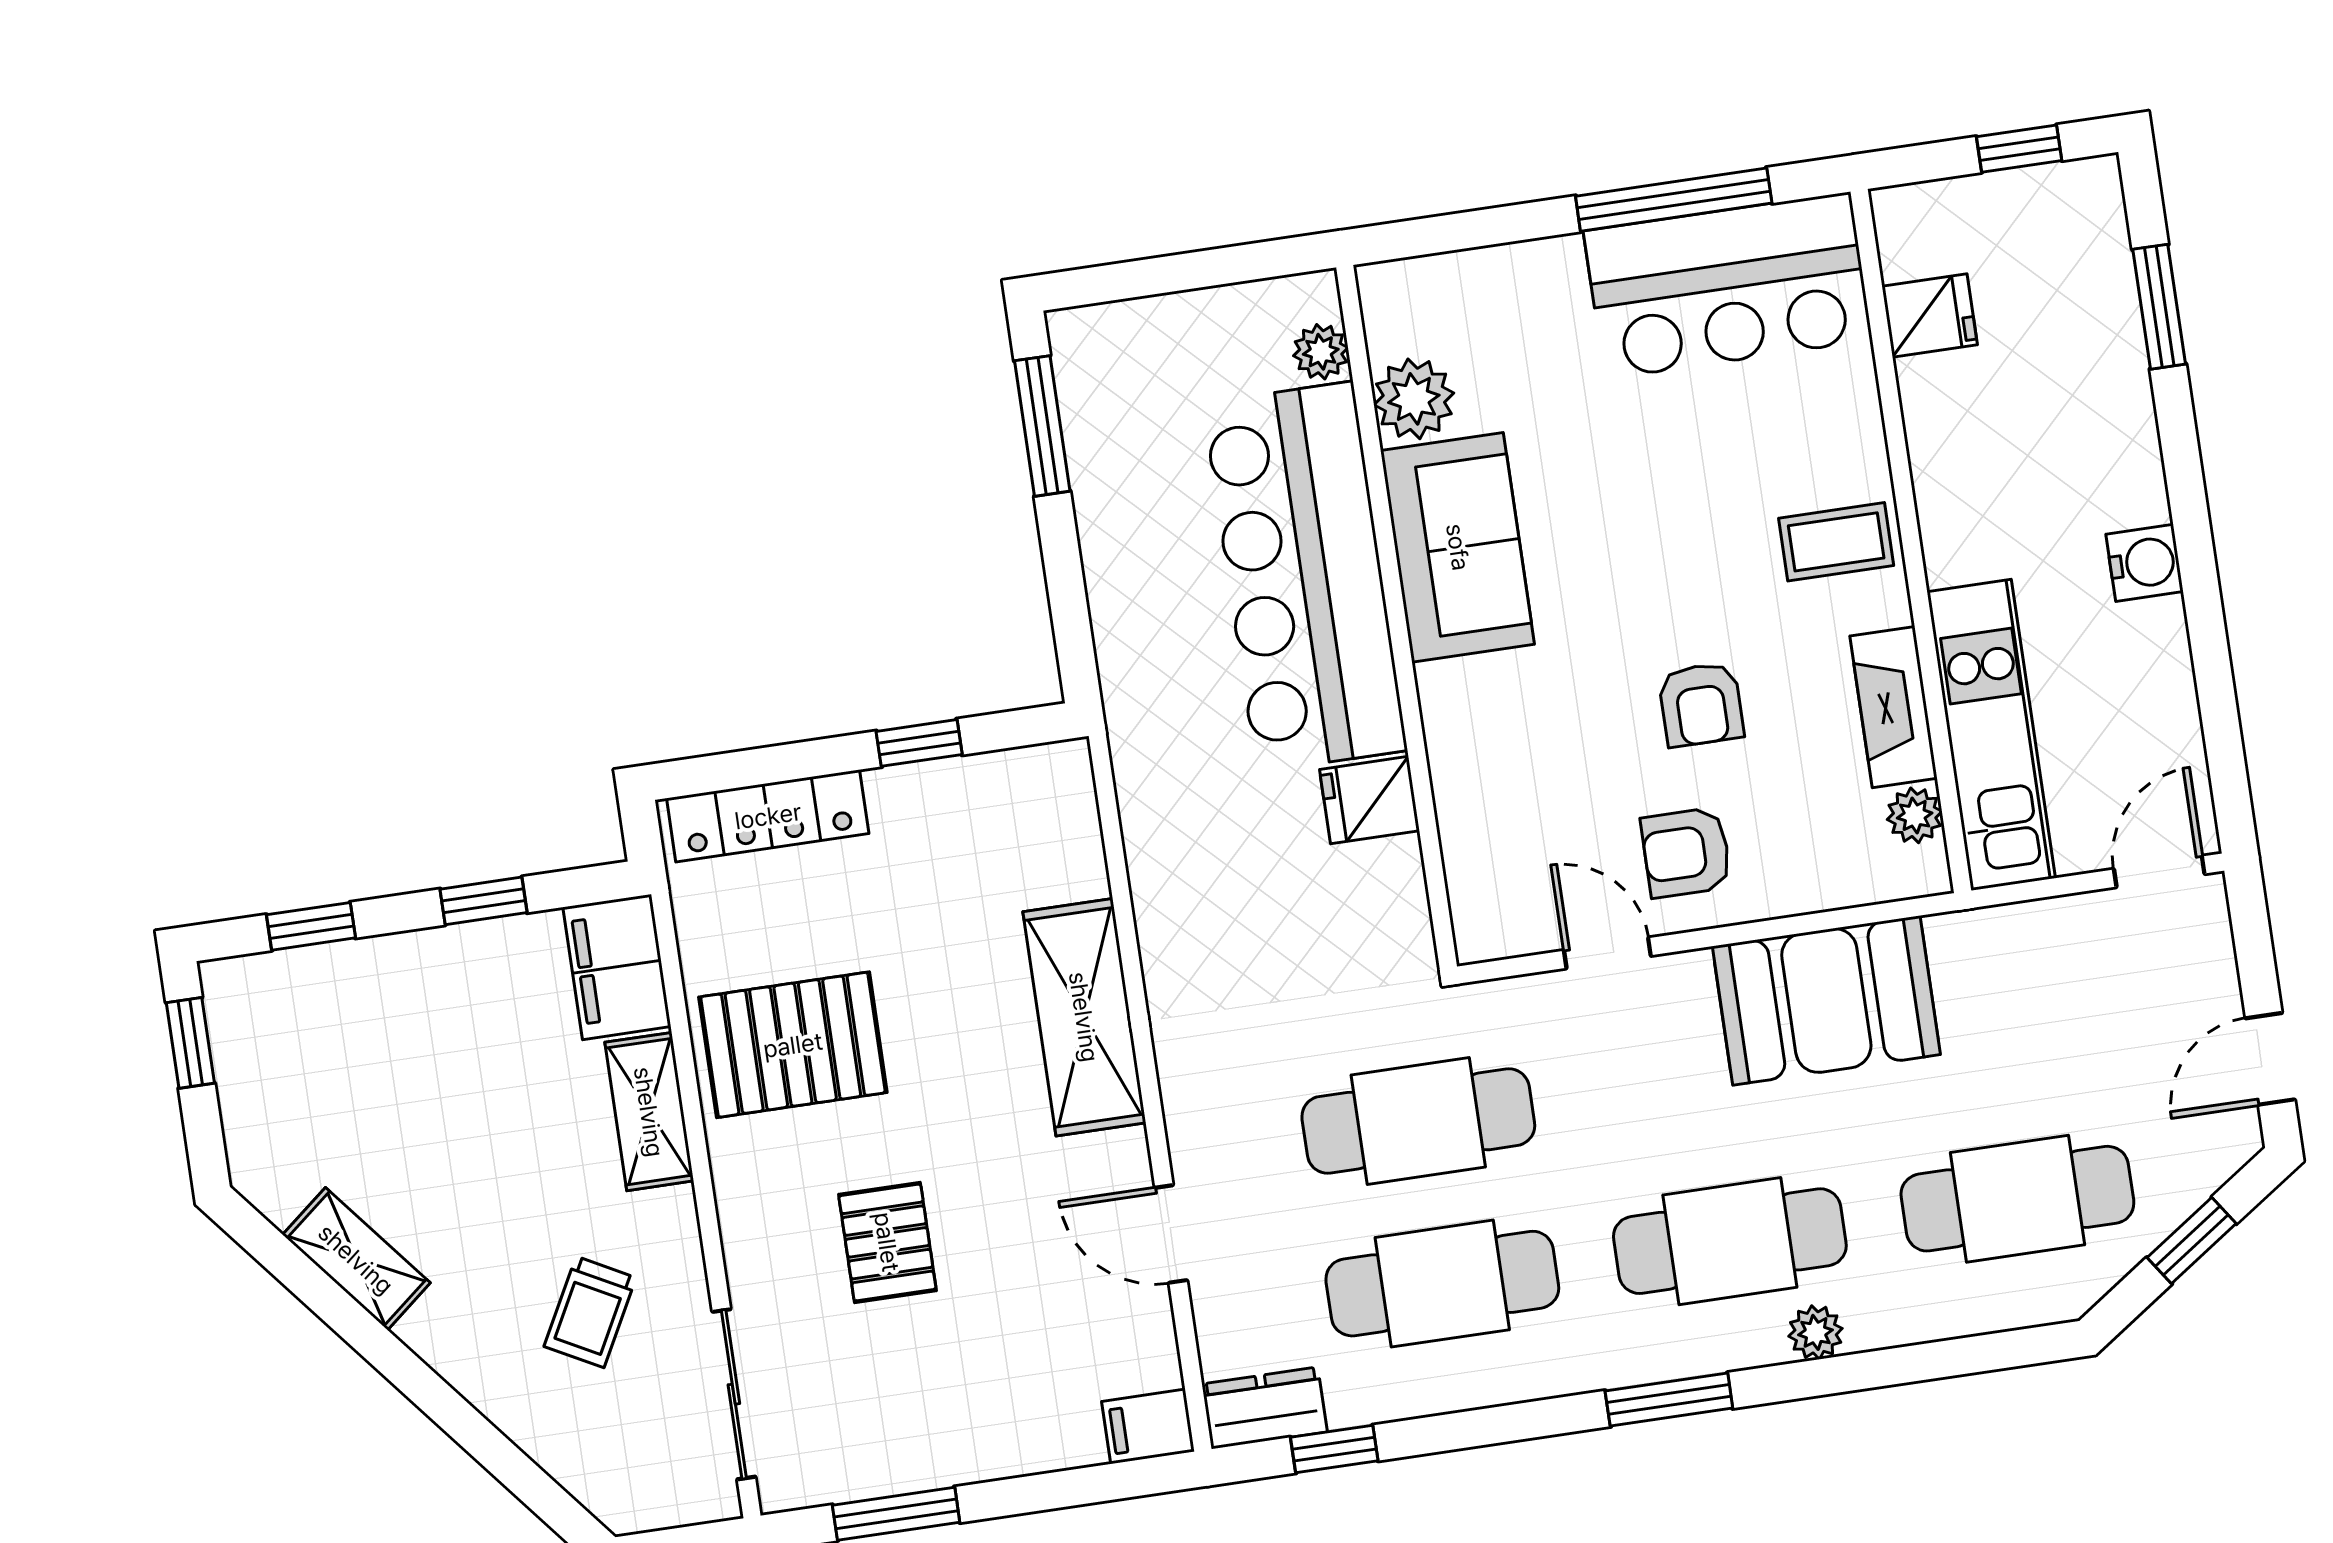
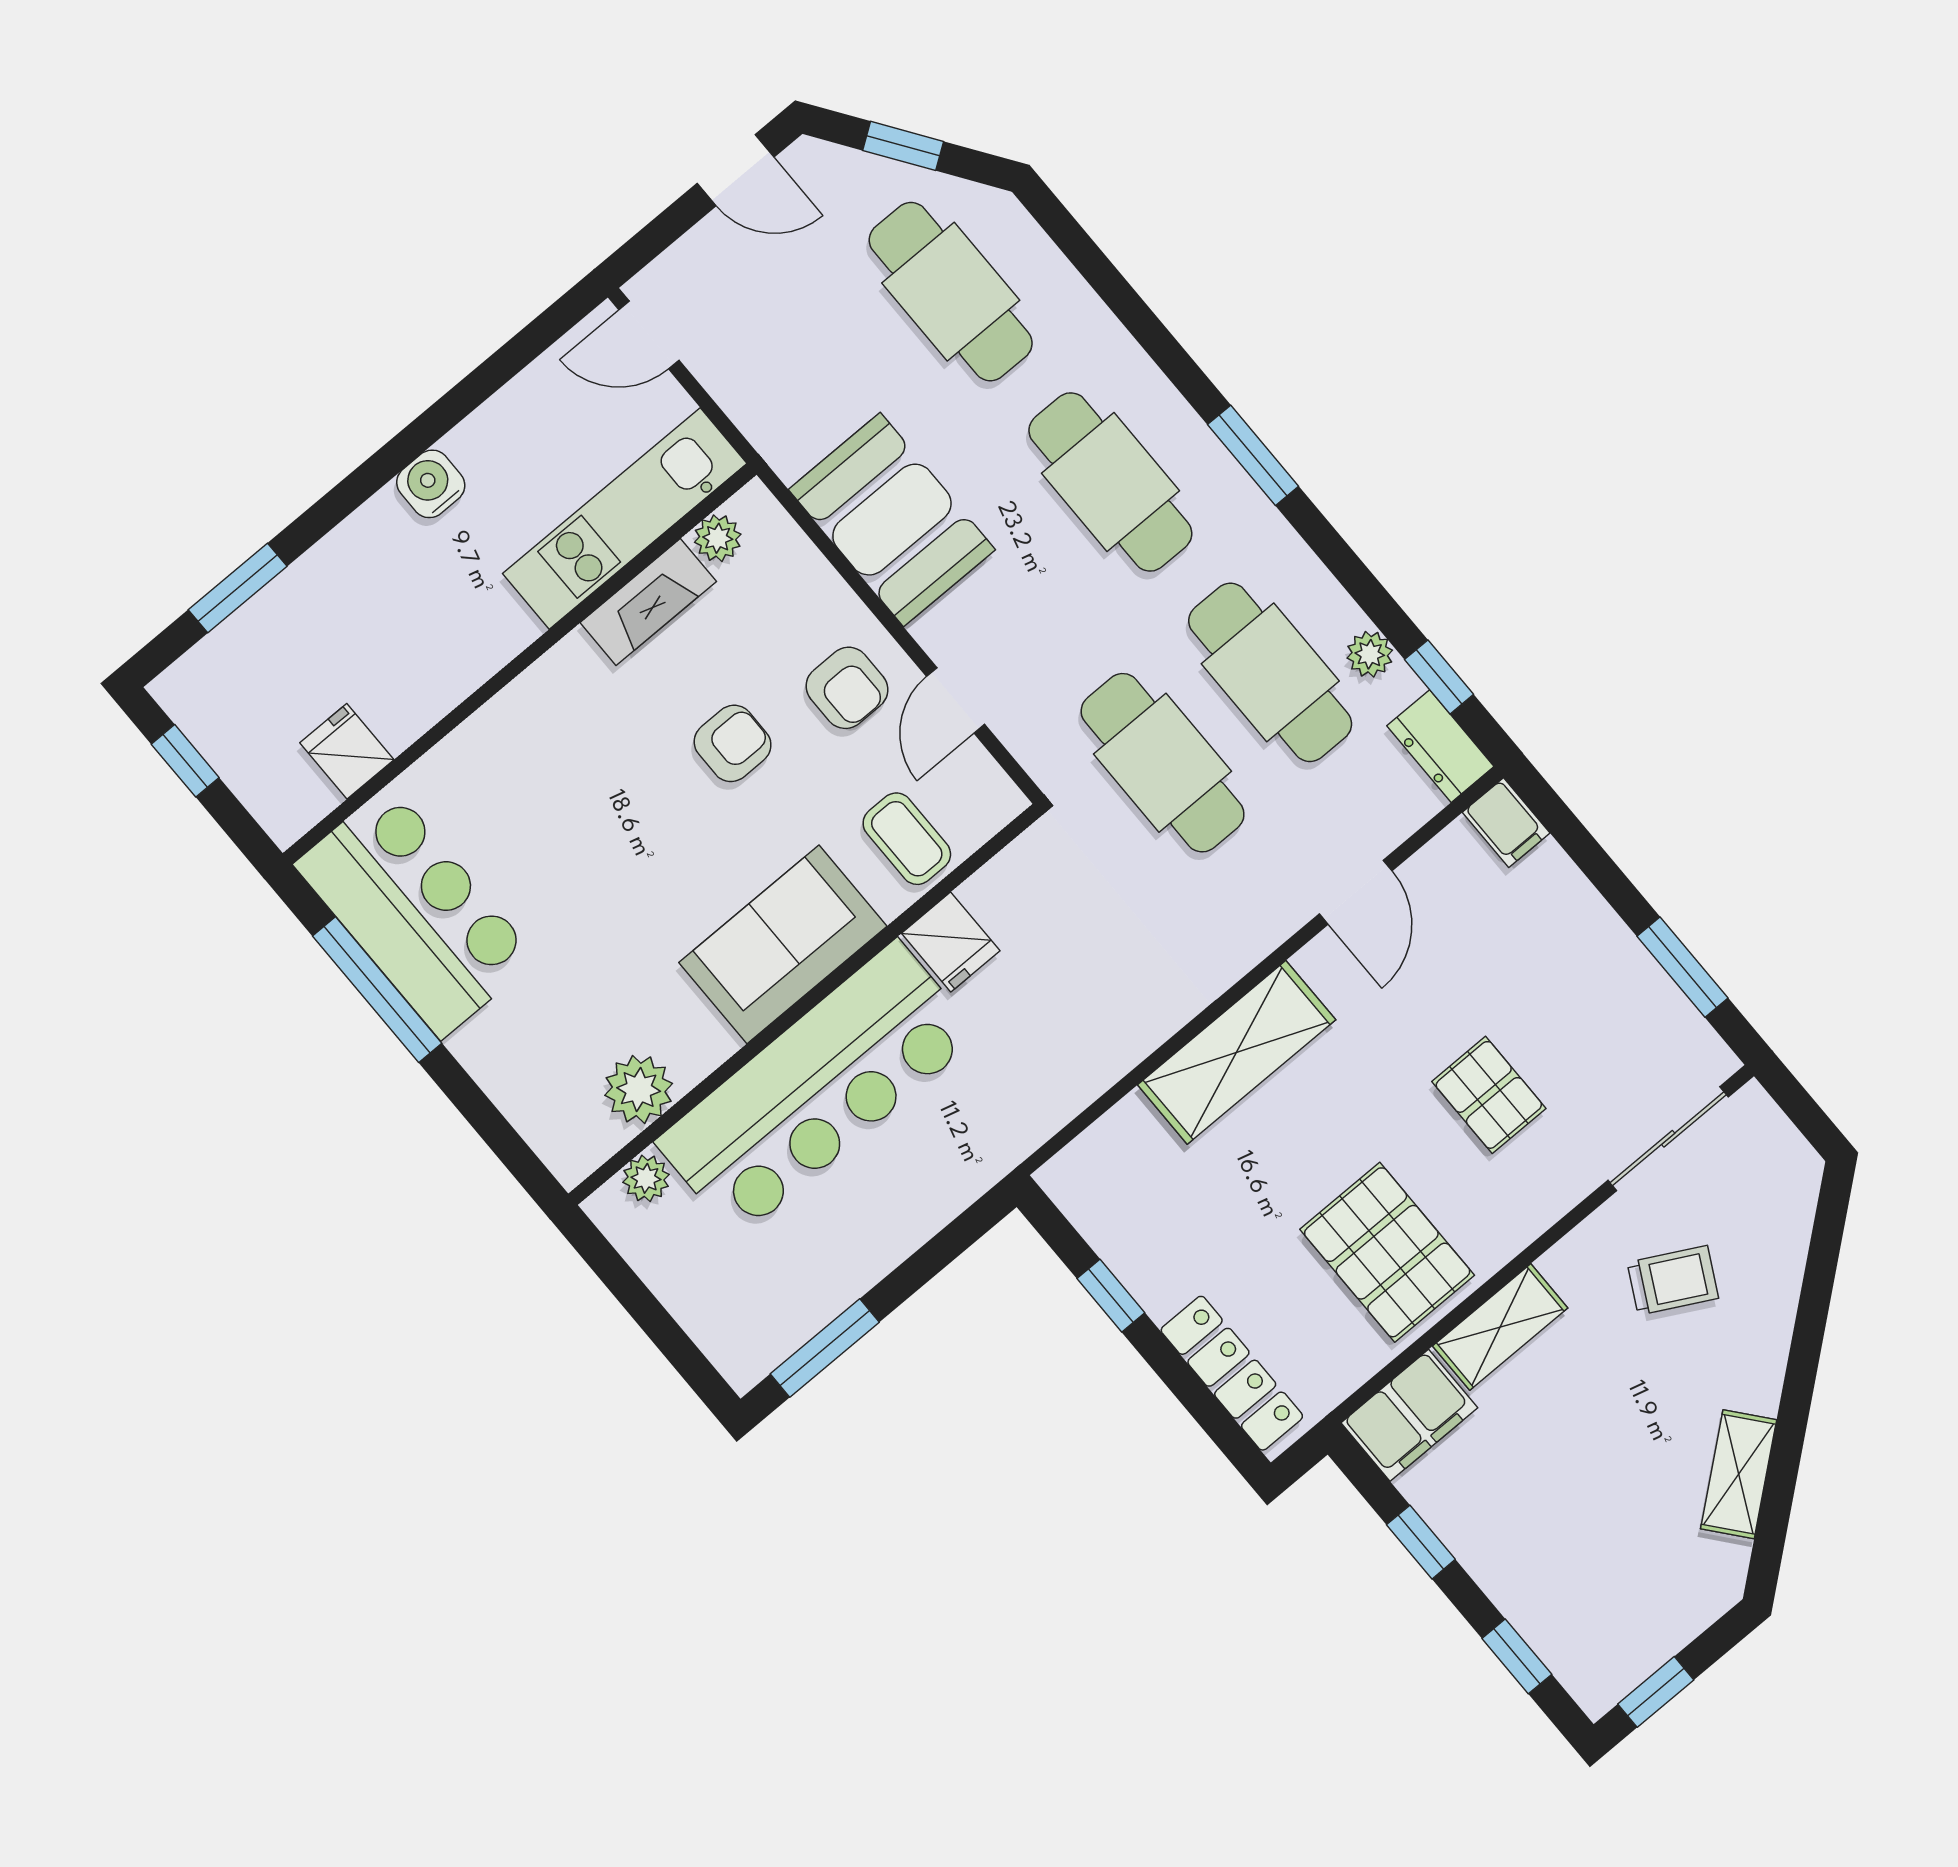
coffee table: (1836, 542) -> (907, 839), moved
sofa: (1458, 547) -> (783, 944), moved
pallet: (887, 1242) -> (1489, 1095), turned 90
plant: (1816, 1332) -> (1370, 654), moved

